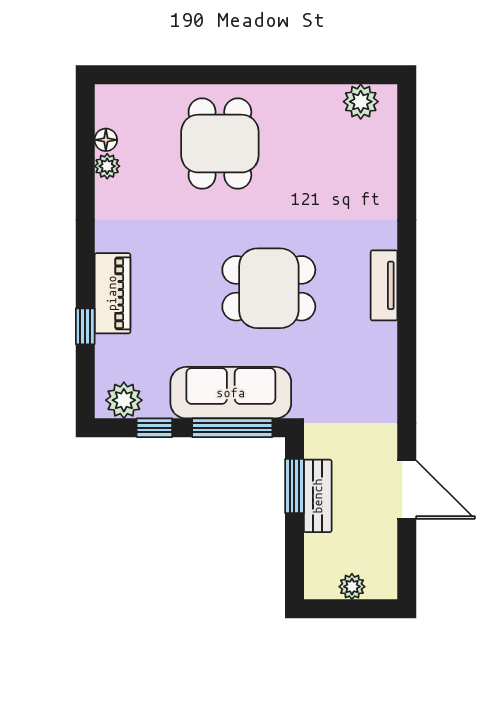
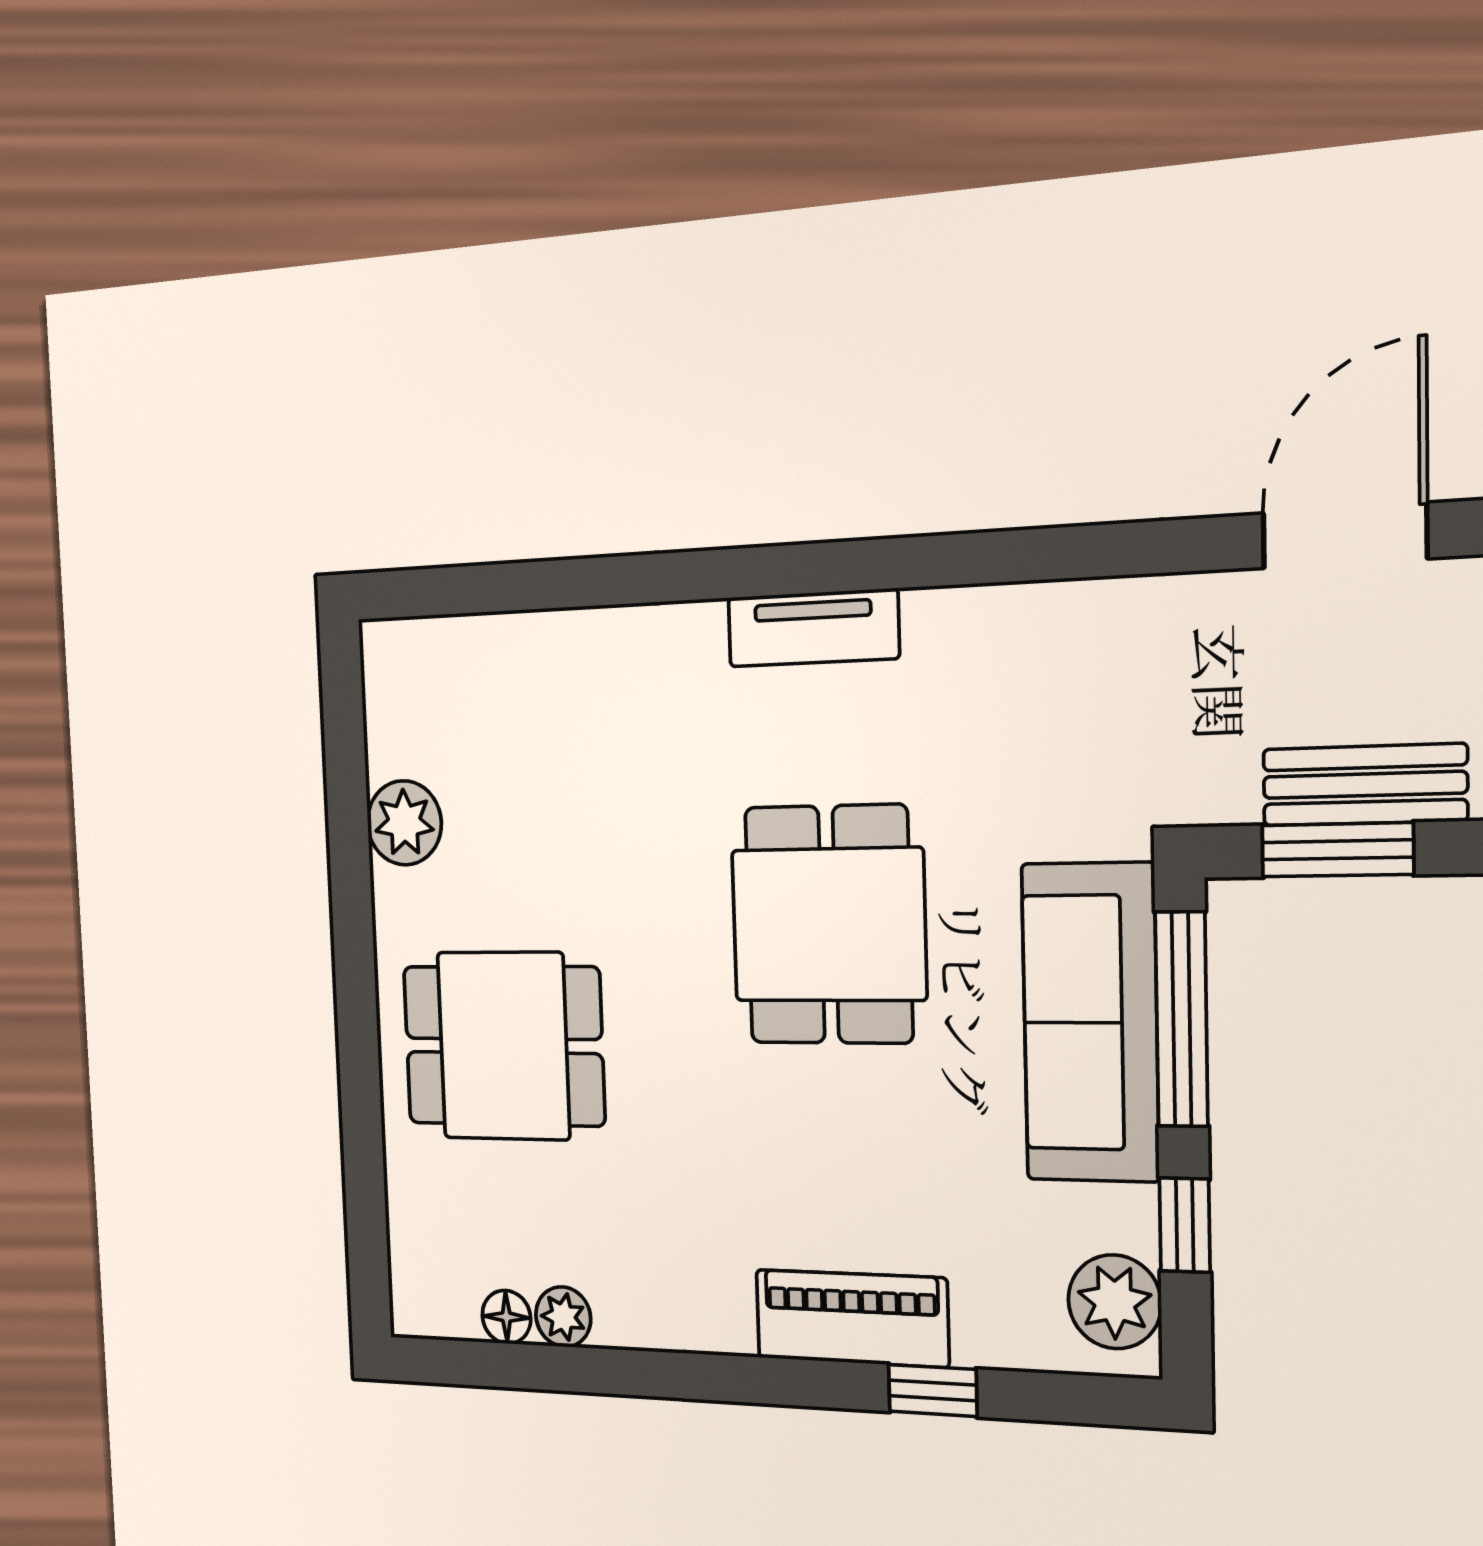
plant: (361, 102) -> (404, 823), moved

